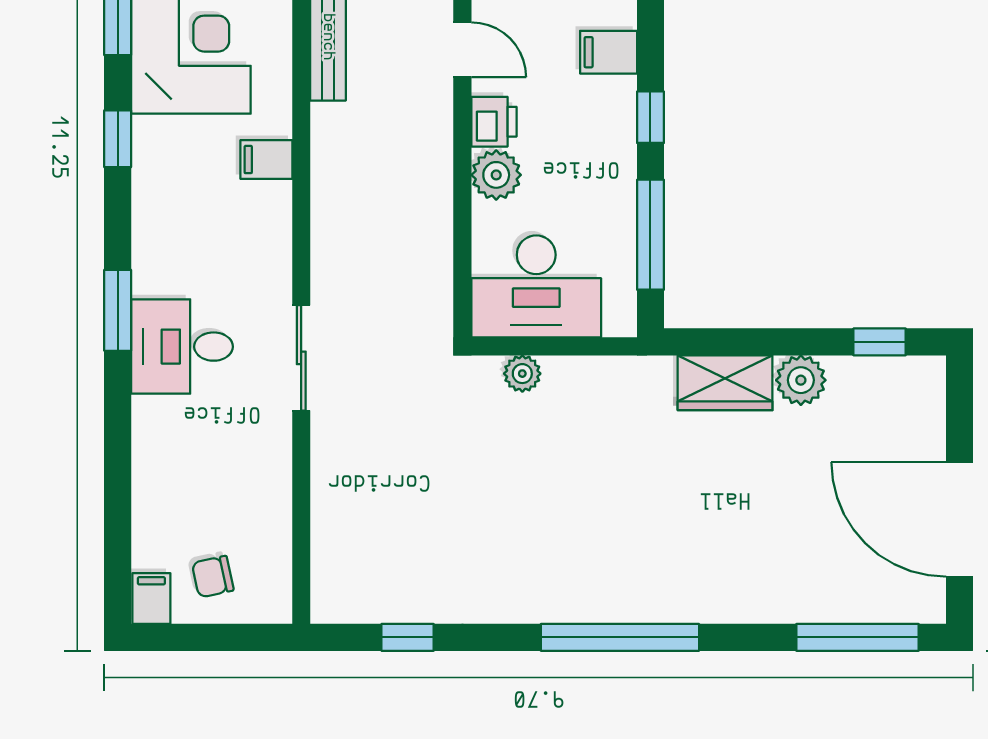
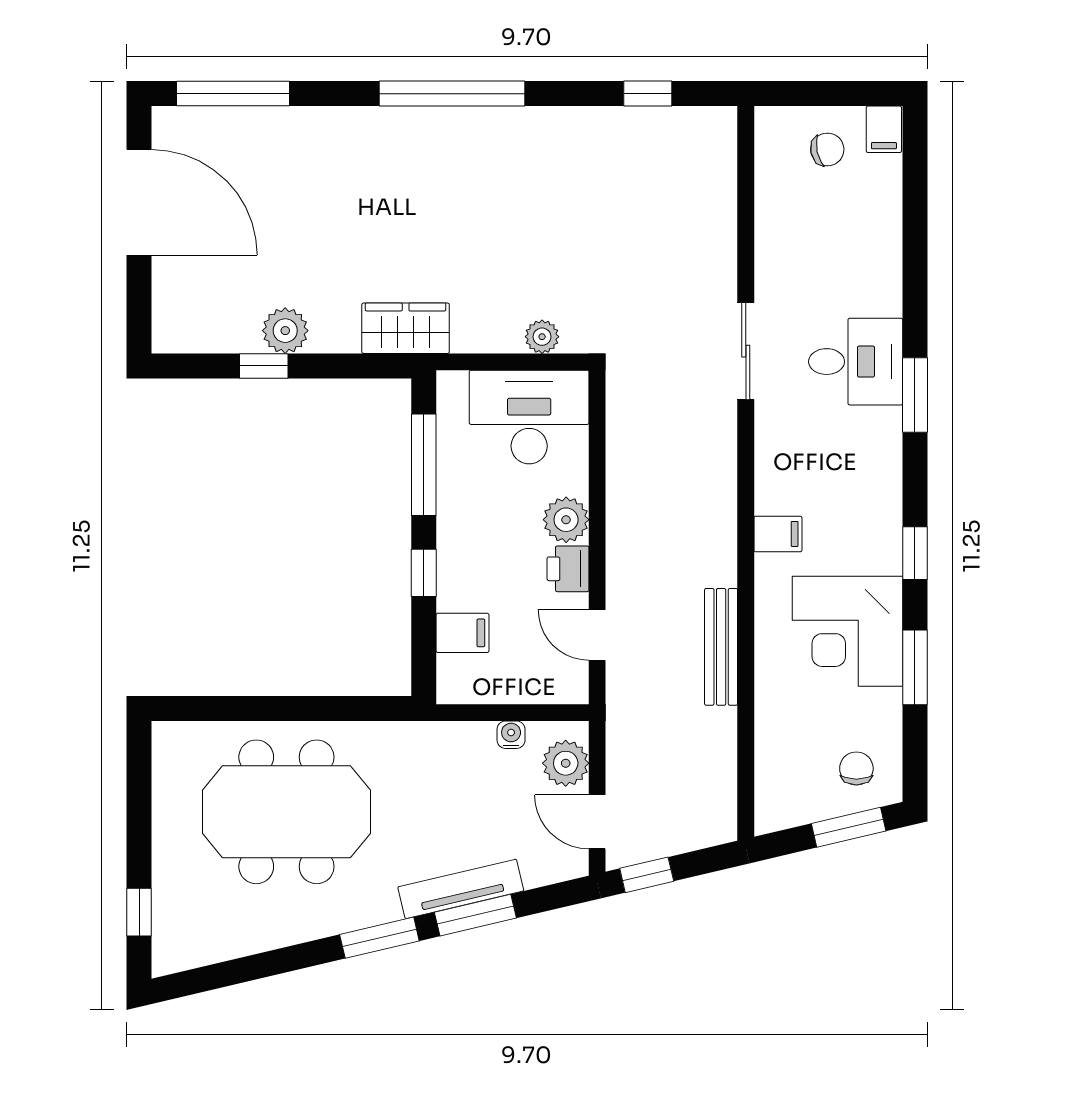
window: (880, 342) -> (264, 366), moved
wardrobe: (725, 383) -> (406, 328), moved

